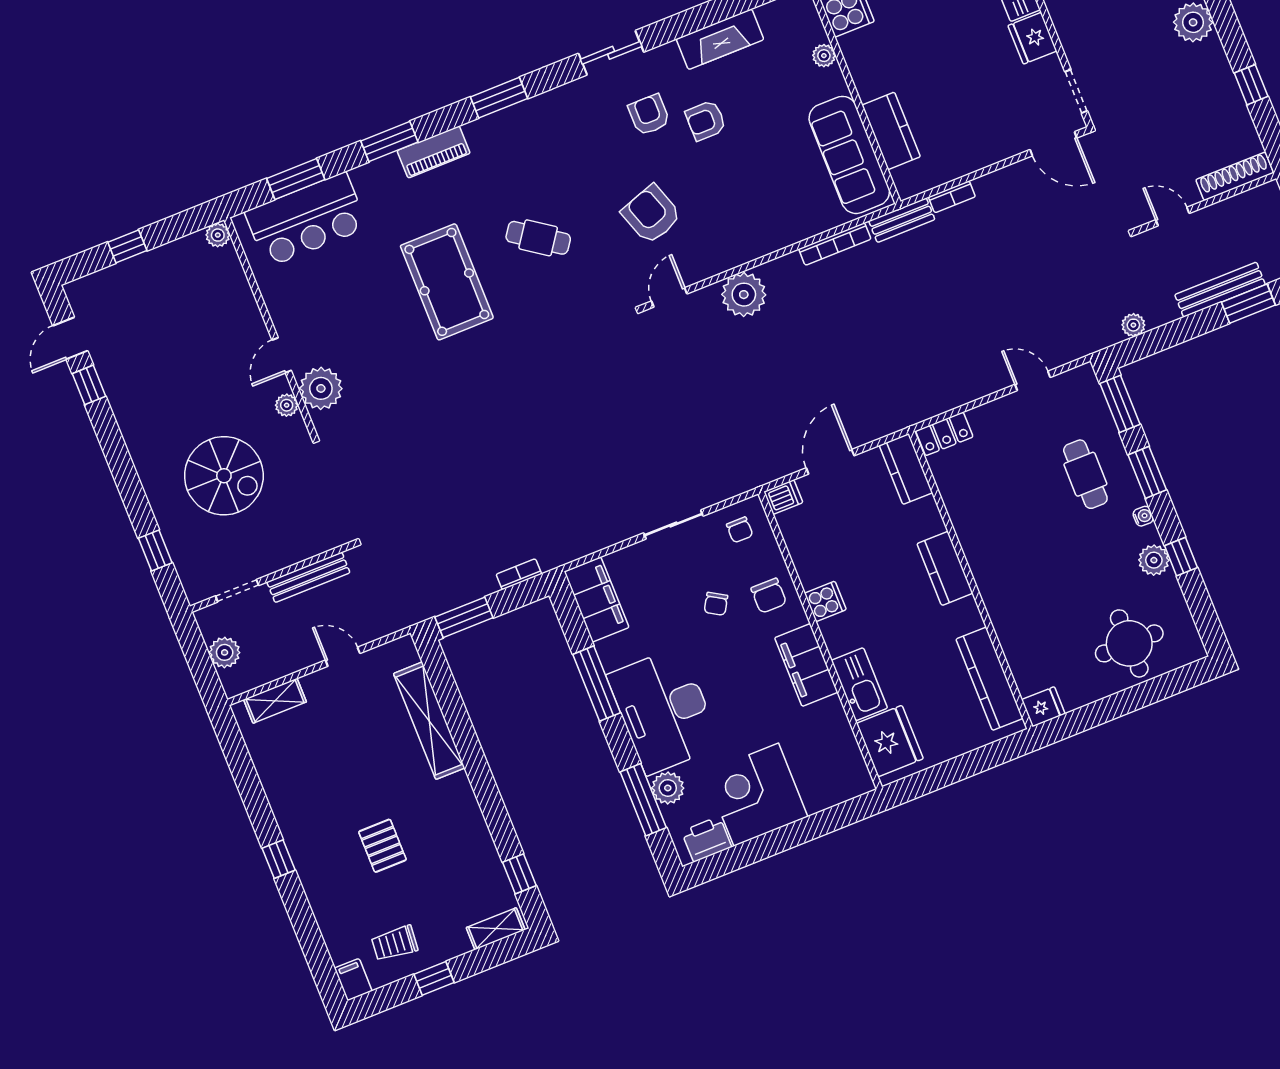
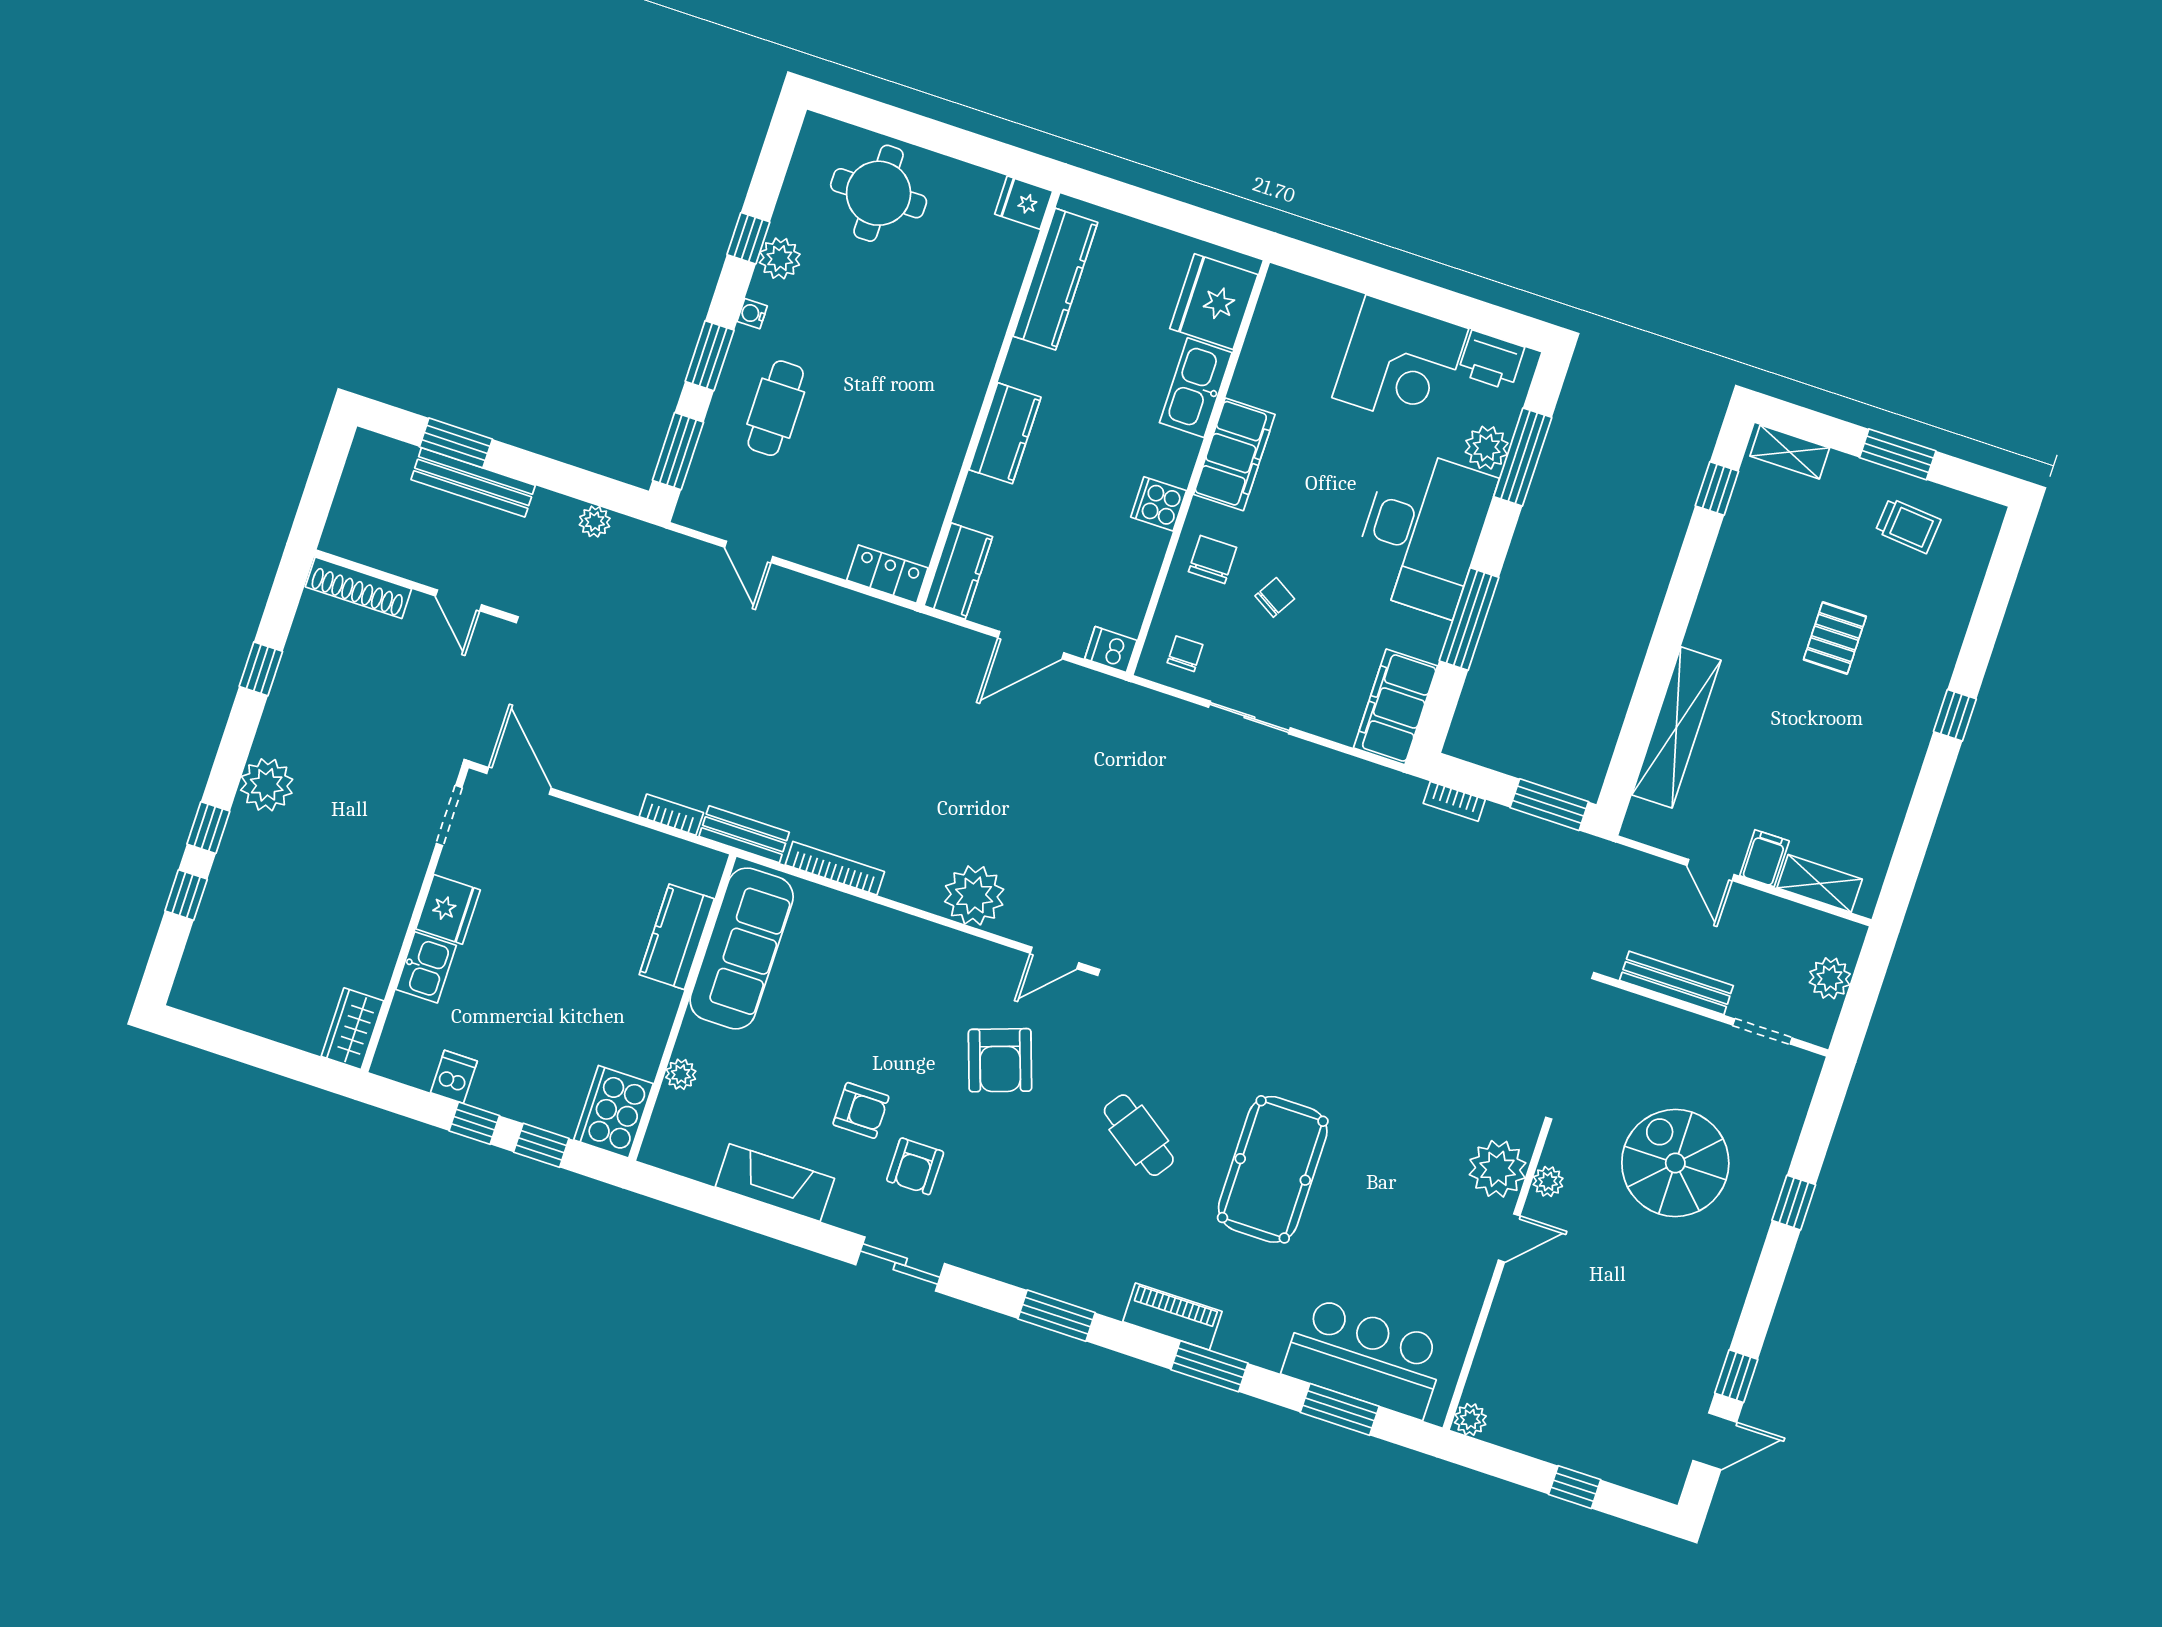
window: (155, 550) -> (1794, 1203), moved
window: (434, 978) -> (1898, 454), width x1.50
filing cabinet: (353, 980) -> (1764, 858), moved, turned 180

